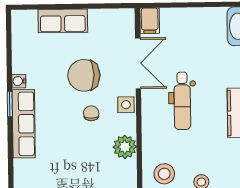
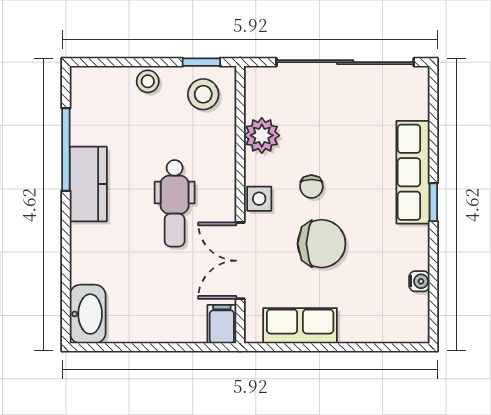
row of seats: (63, 21) -> (300, 326), moved
water cooler: (19, 81) -> (419, 281), moved
dental chair: (182, 101) -> (175, 203), turned 180

